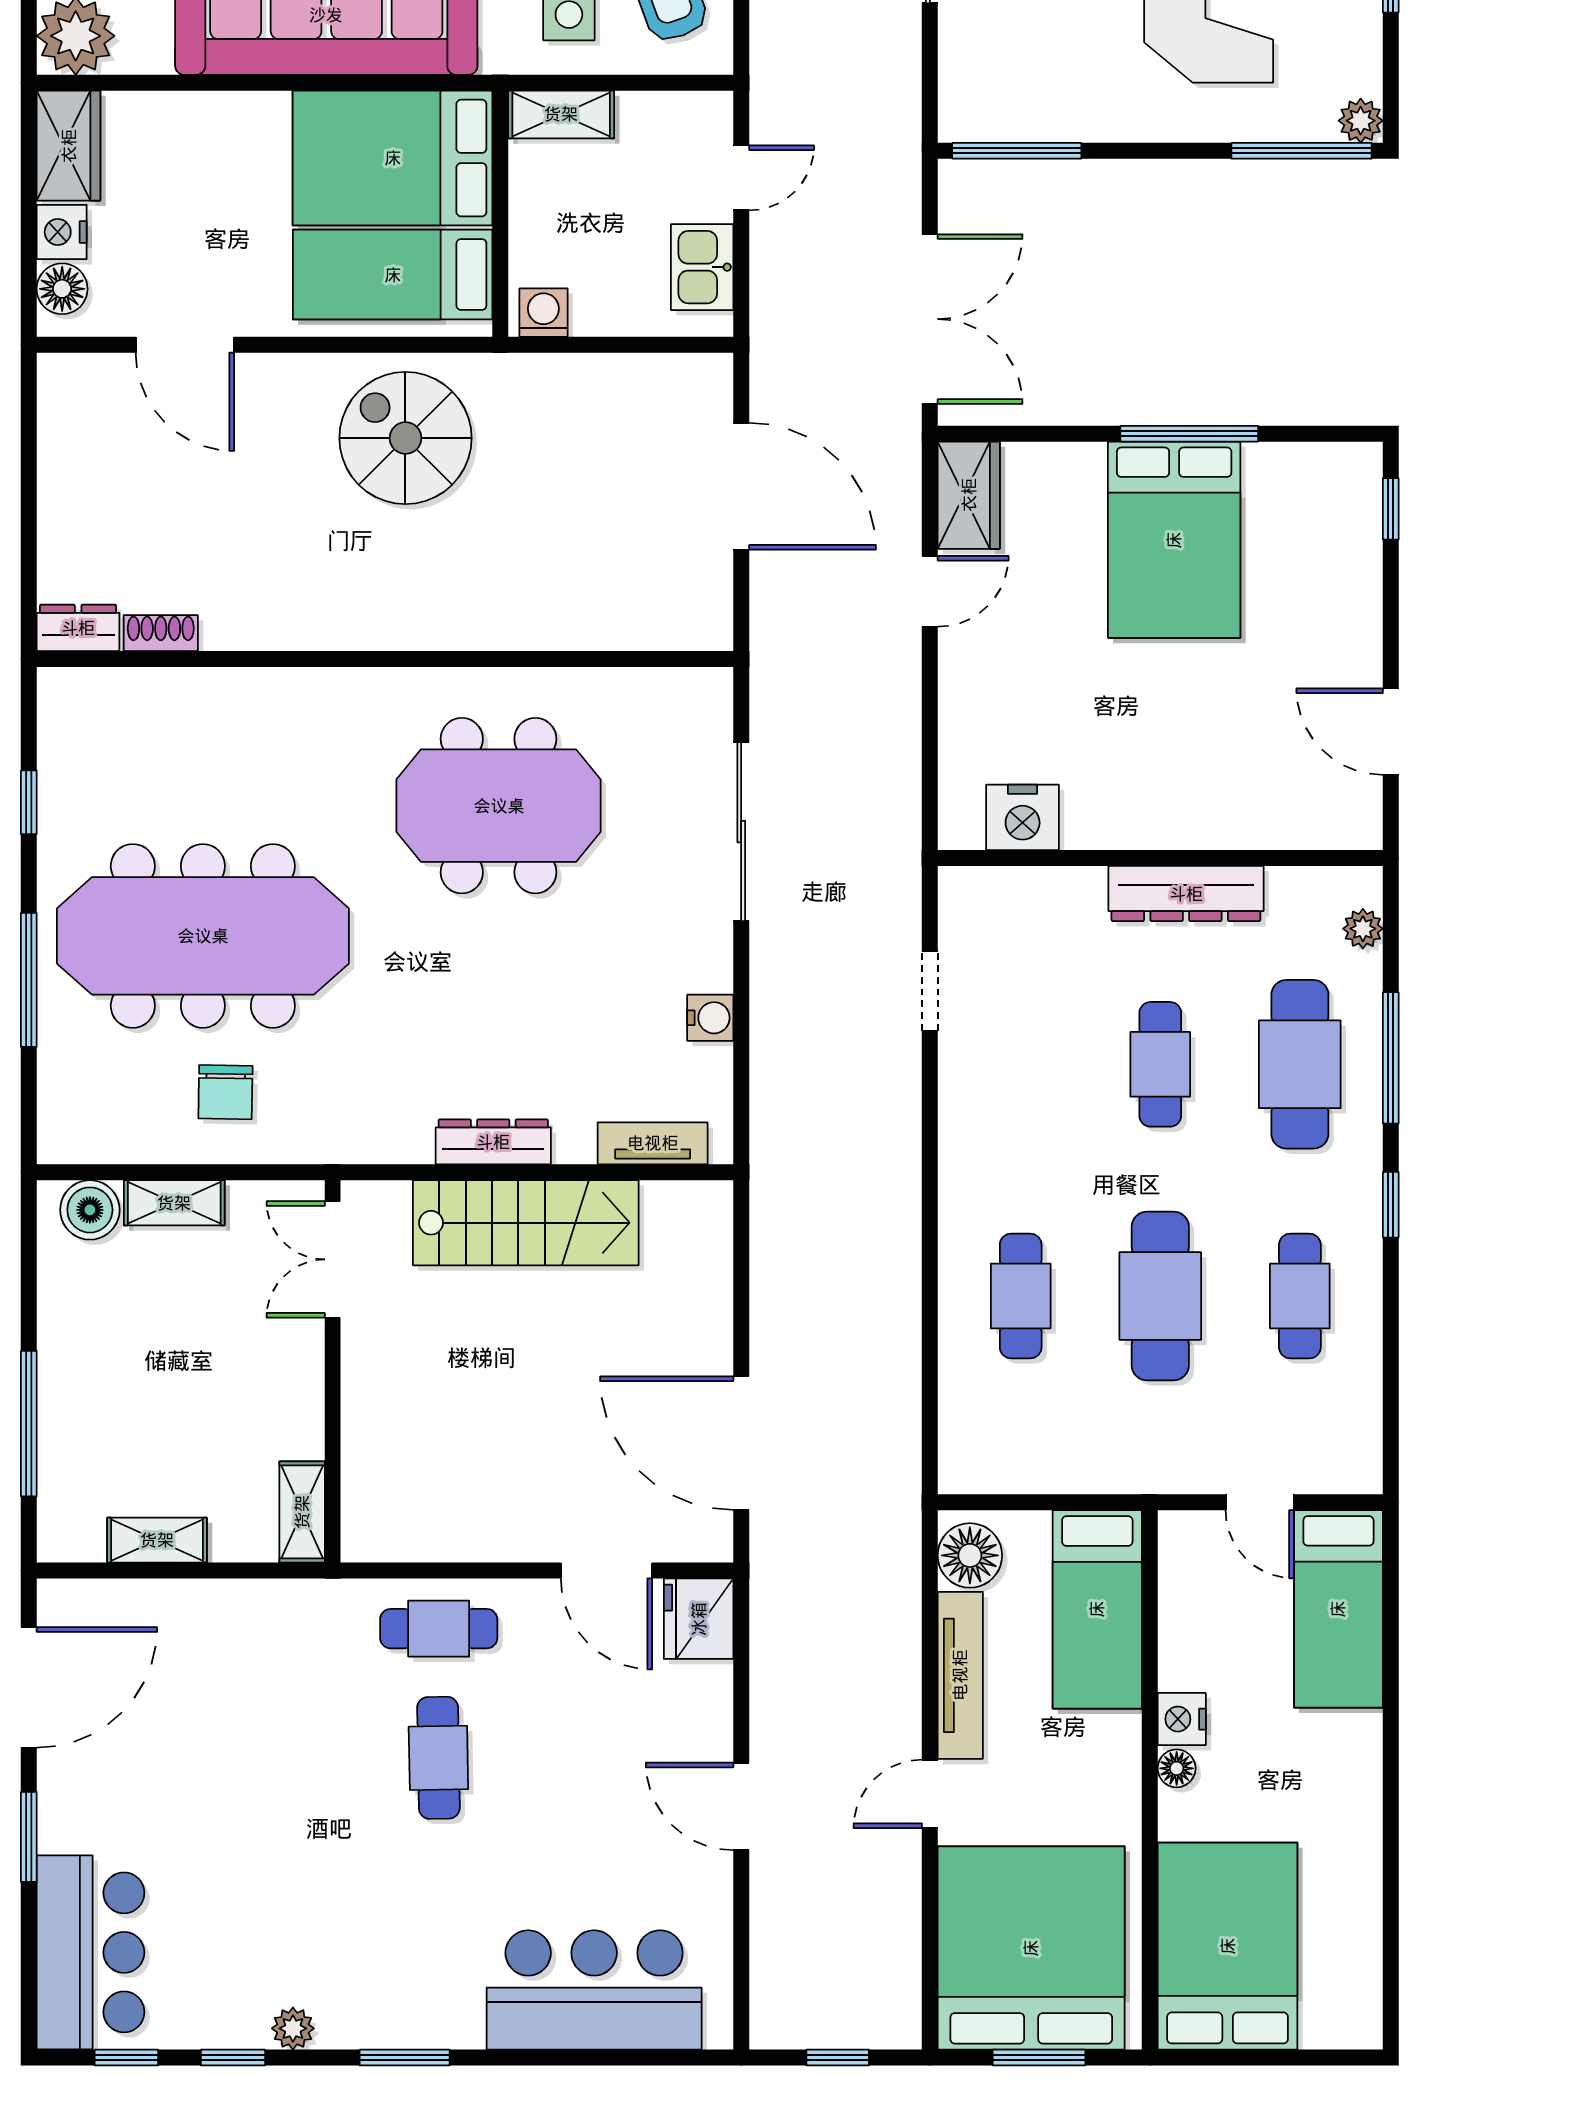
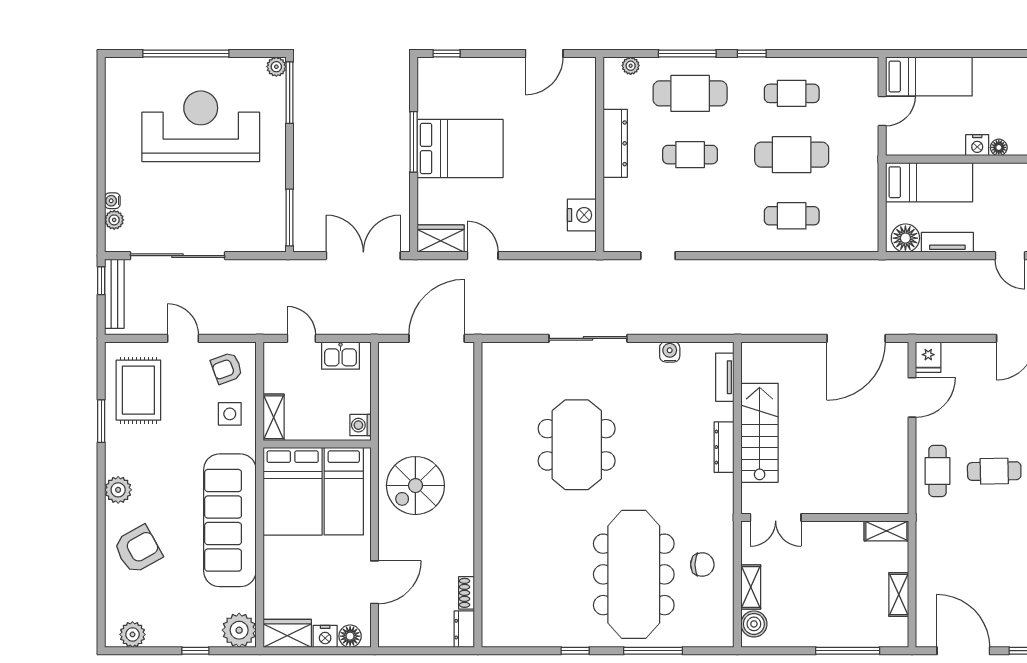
dresser: (78, 628) -> (464, 629), moved
shoe rack: (161, 633) -> (467, 593), moved
wall: (385, 659) -> (478, 495), moved
fridge: (699, 1619) -> (928, 357), width x0.72
tv unit: (960, 1675) -> (947, 242), width x0.71

